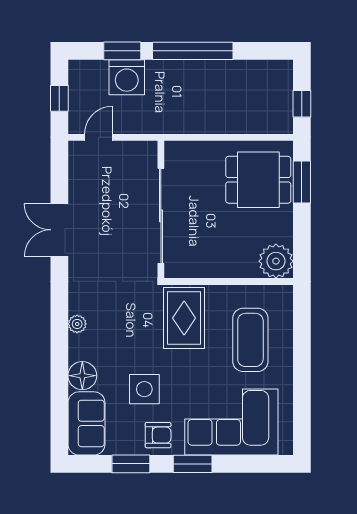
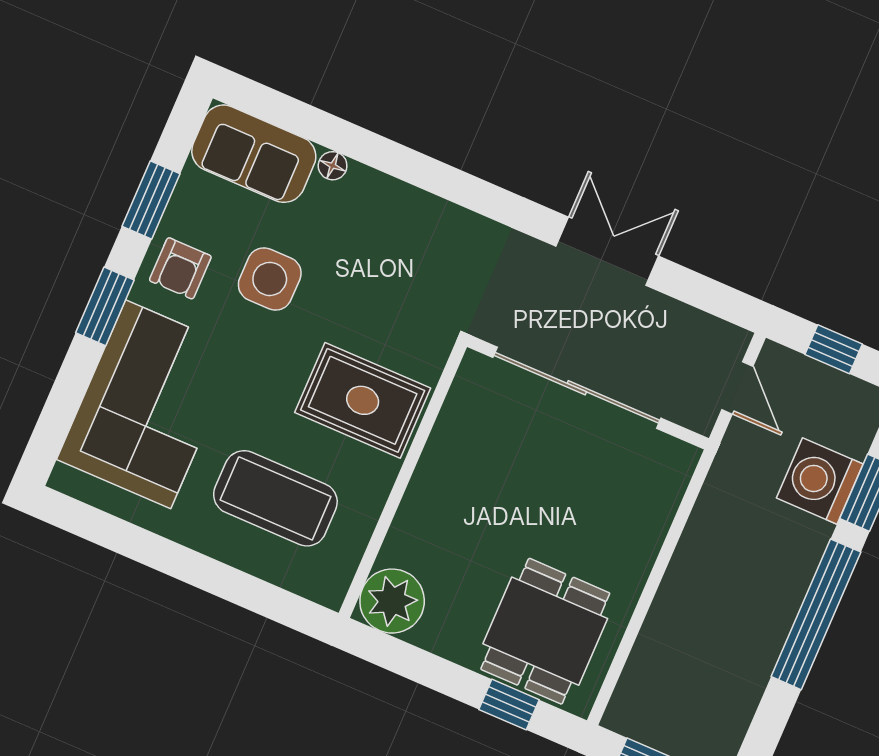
window: (302, 182) -> (509, 705), width x0.67
wall: (161, 209) -> (588, 393), moved
sliding door: (161, 216) -> (577, 388), moved
plant: (77, 324) -> (432, 212), removed
floor lamp: (82, 376) -> (333, 166), width x0.53, depth x0.53

